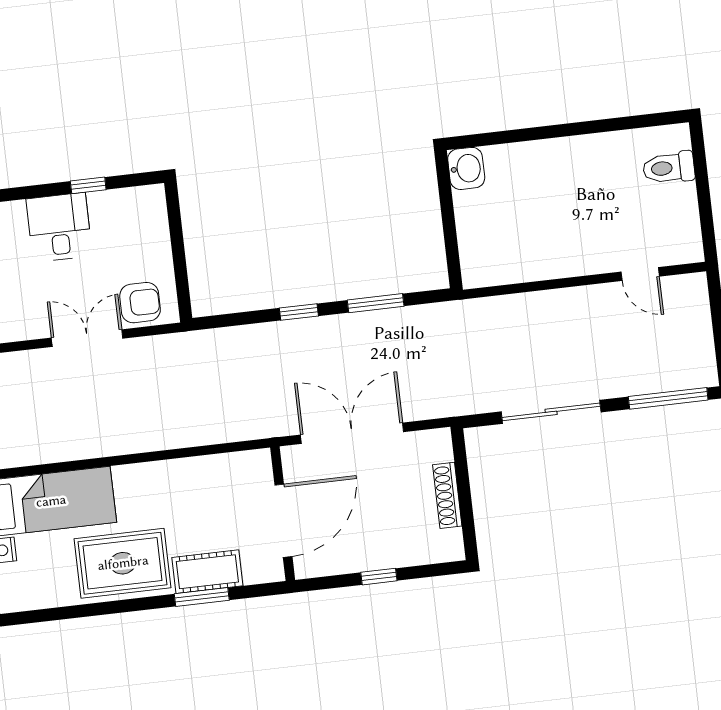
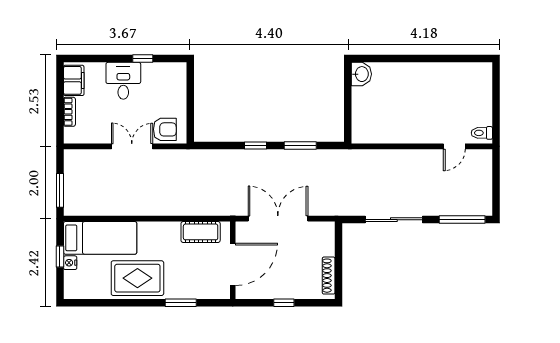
toilet: (669, 168) -> (482, 133), moved, width x0.73, depth x0.72
door: (640, 274) -> (454, 146), hinge flipped
shoe rack: (447, 495) -> (329, 276), moved
cot: (207, 572) -> (201, 232), moved

